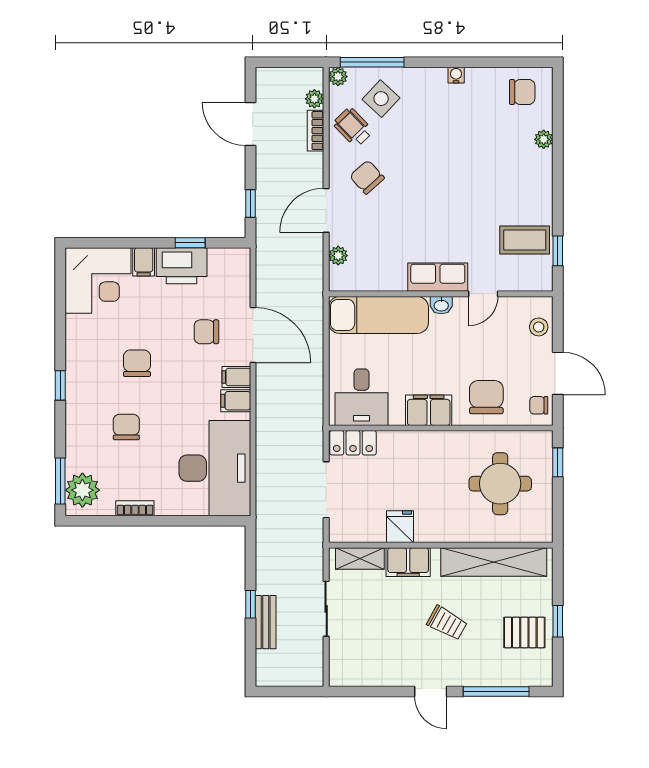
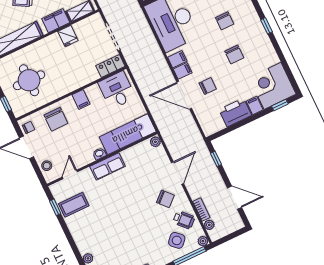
window: (190, 243) -> (280, 105), moved
plant: (338, 256) -> (155, 142), moved
door: (483, 294) -> (70, 174), moved
filing cabinet: (429, 410) -> (81, 99), width x0.50

